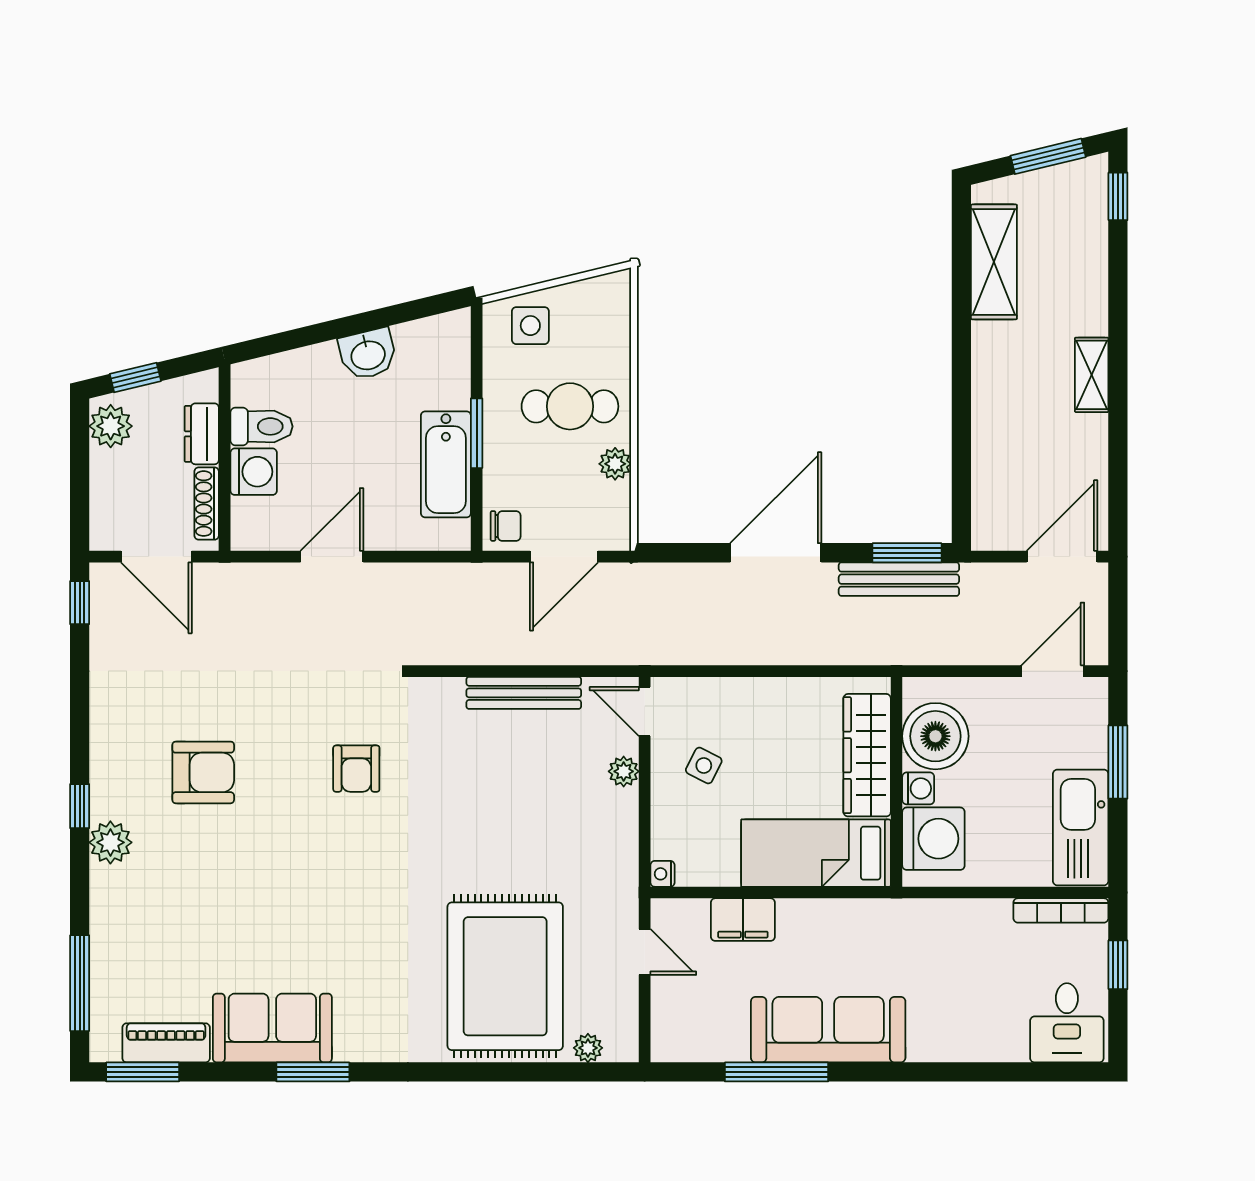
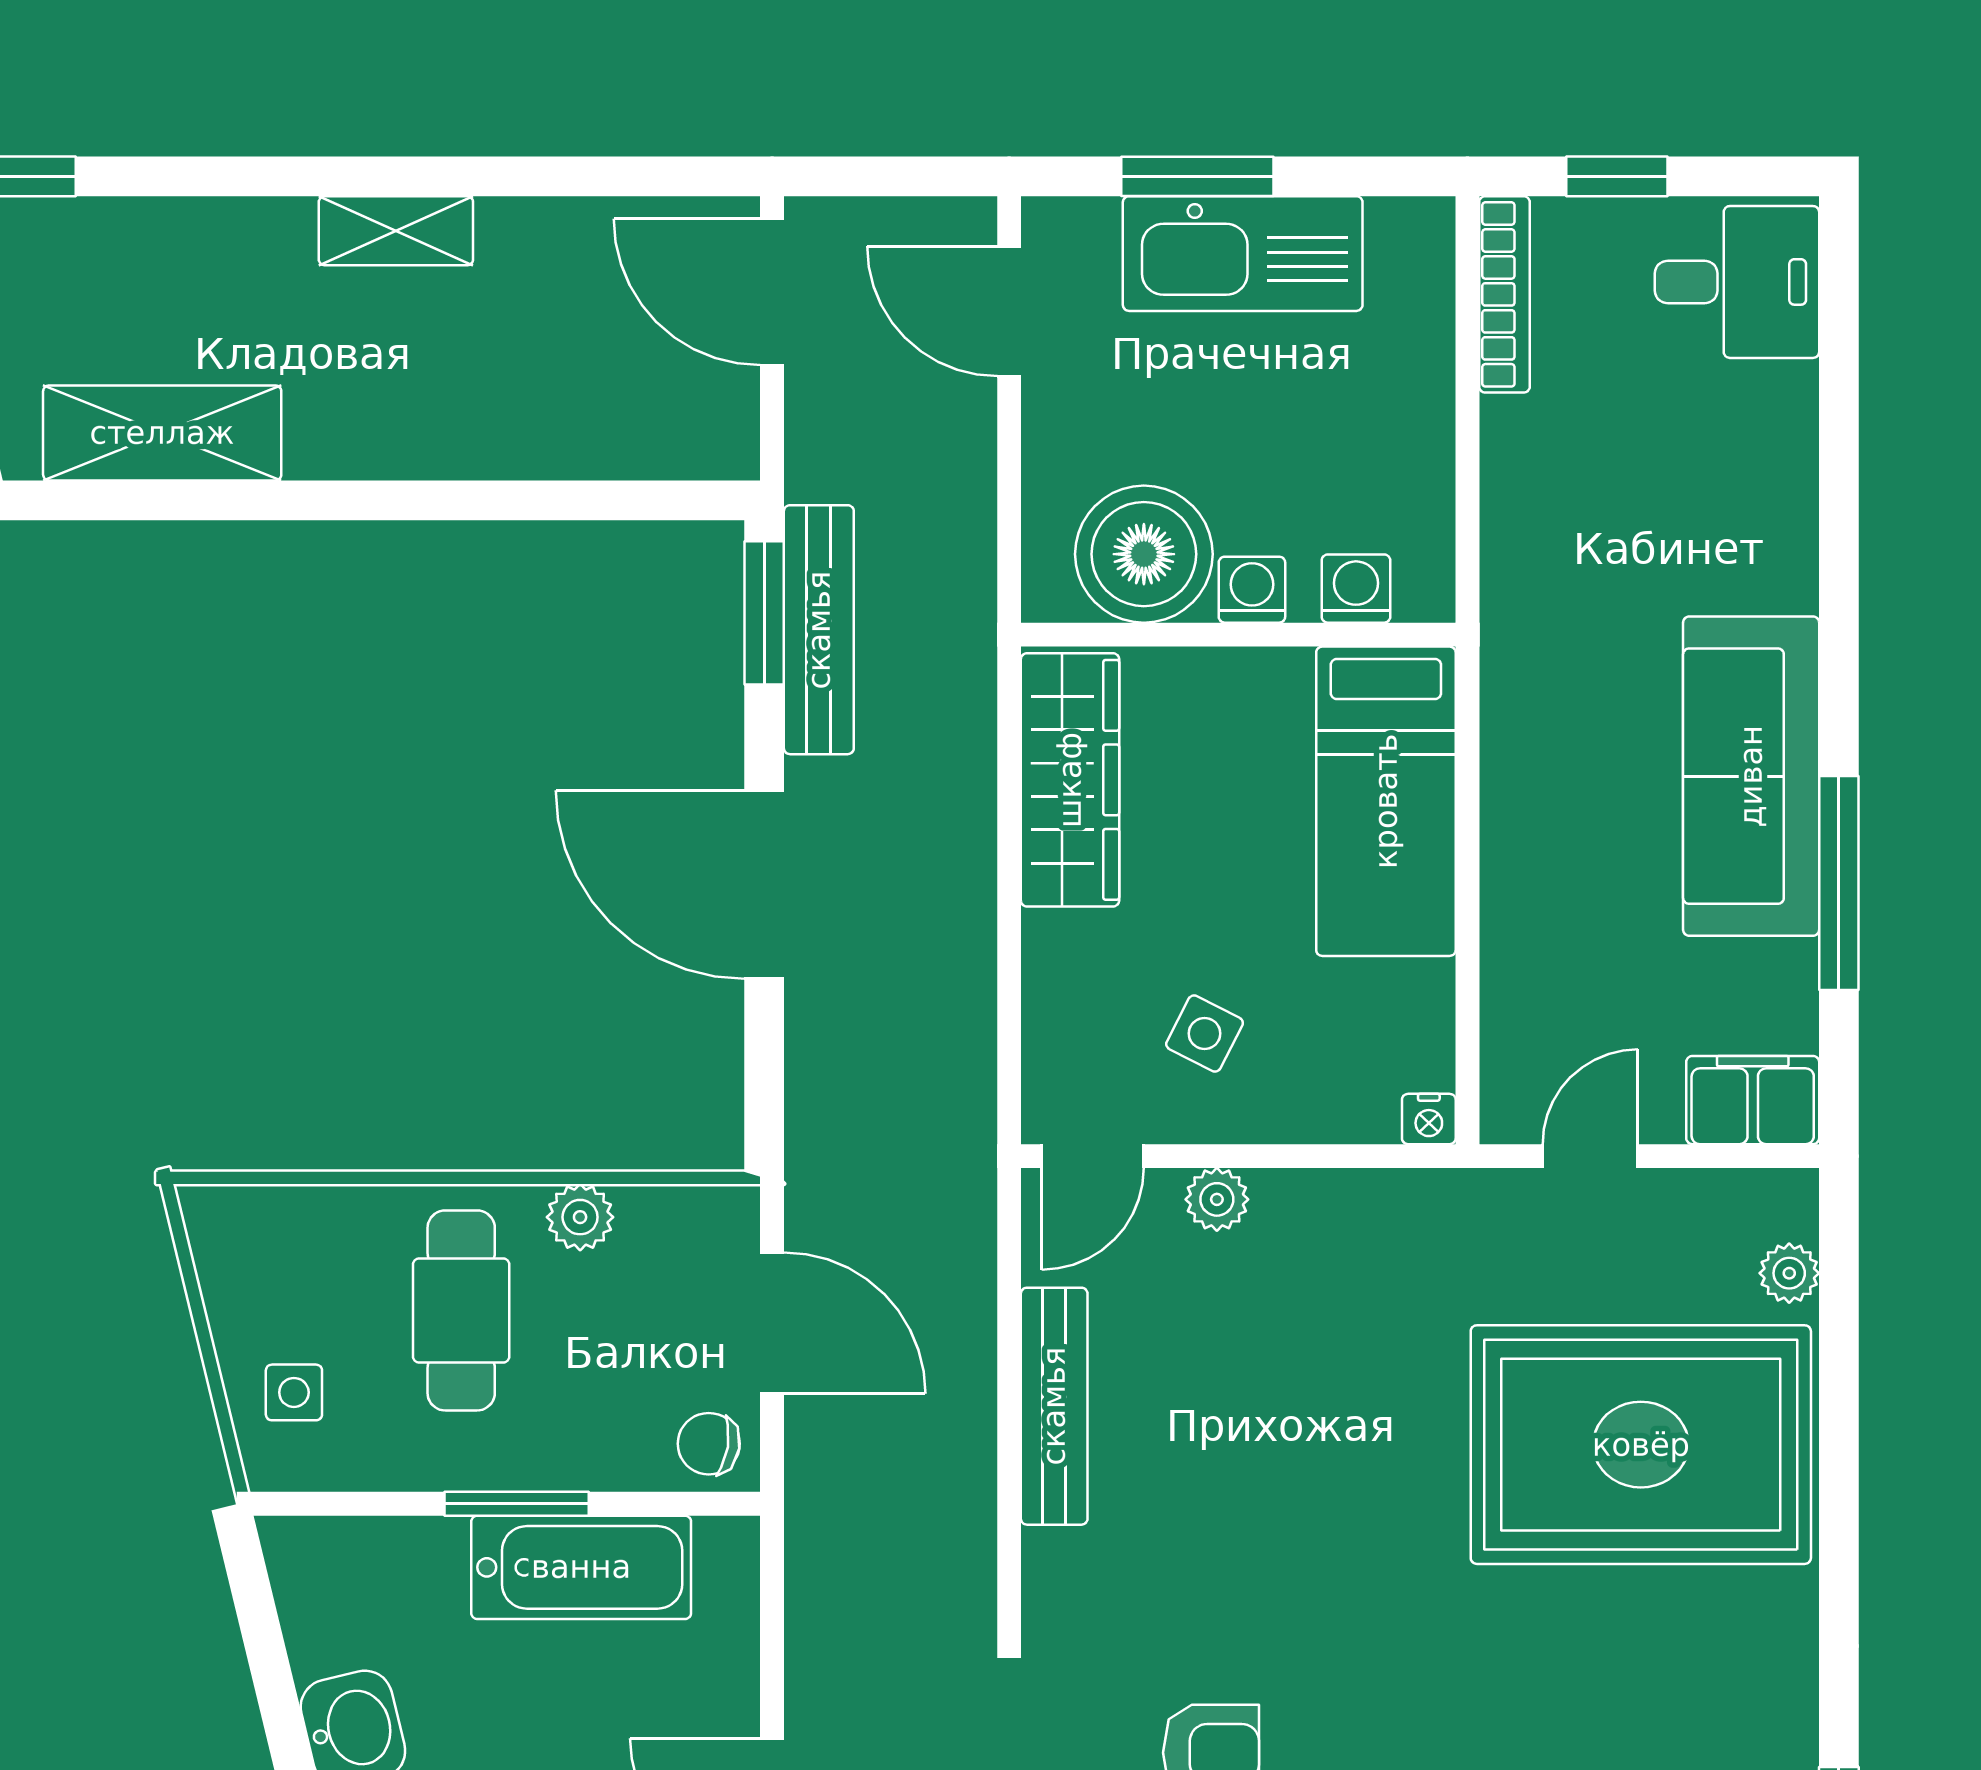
side table: (530, 326) -> (294, 1392), width x0.73, depth x0.73
chair: (506, 526) -> (709, 1444), turned -81
wardrobe: (867, 755) -> (1070, 780), moved, turned -90
kitchen sink: (1081, 827) -> (1243, 254), moved
washing machine: (933, 839) -> (1356, 589), width x0.53, depth x0.53
filing cabinet: (743, 920) -> (1753, 1100), moved, turned -90

